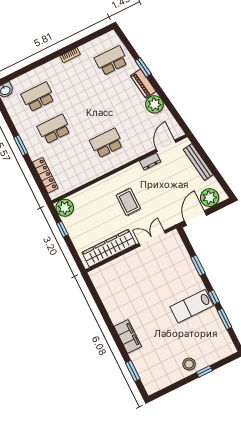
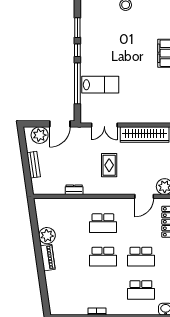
school desk: (111, 61) -> (103, 257), moved
window: (143, 67) -> (41, 271), removed
door: (166, 146) -> (144, 196), moved
bench: (198, 162) -> (34, 165), width x0.73
window: (198, 265) -> (77, 83), width x2.11
lab bench: (192, 306) -> (100, 85), moved

